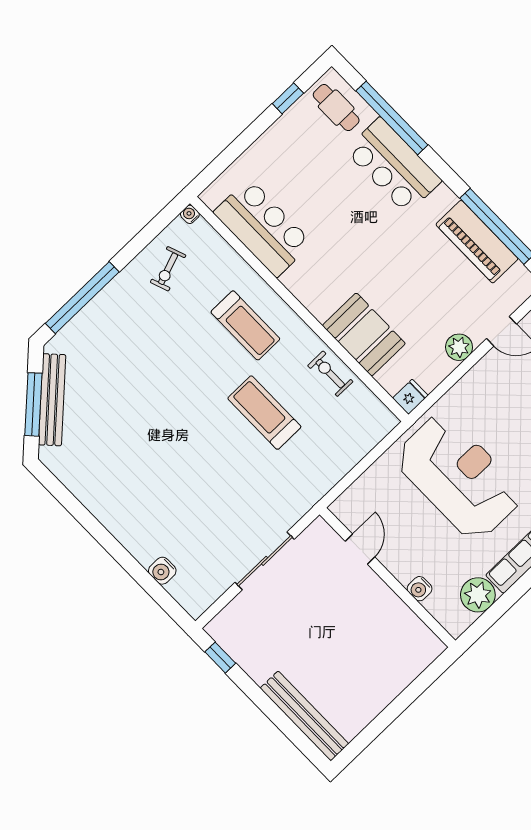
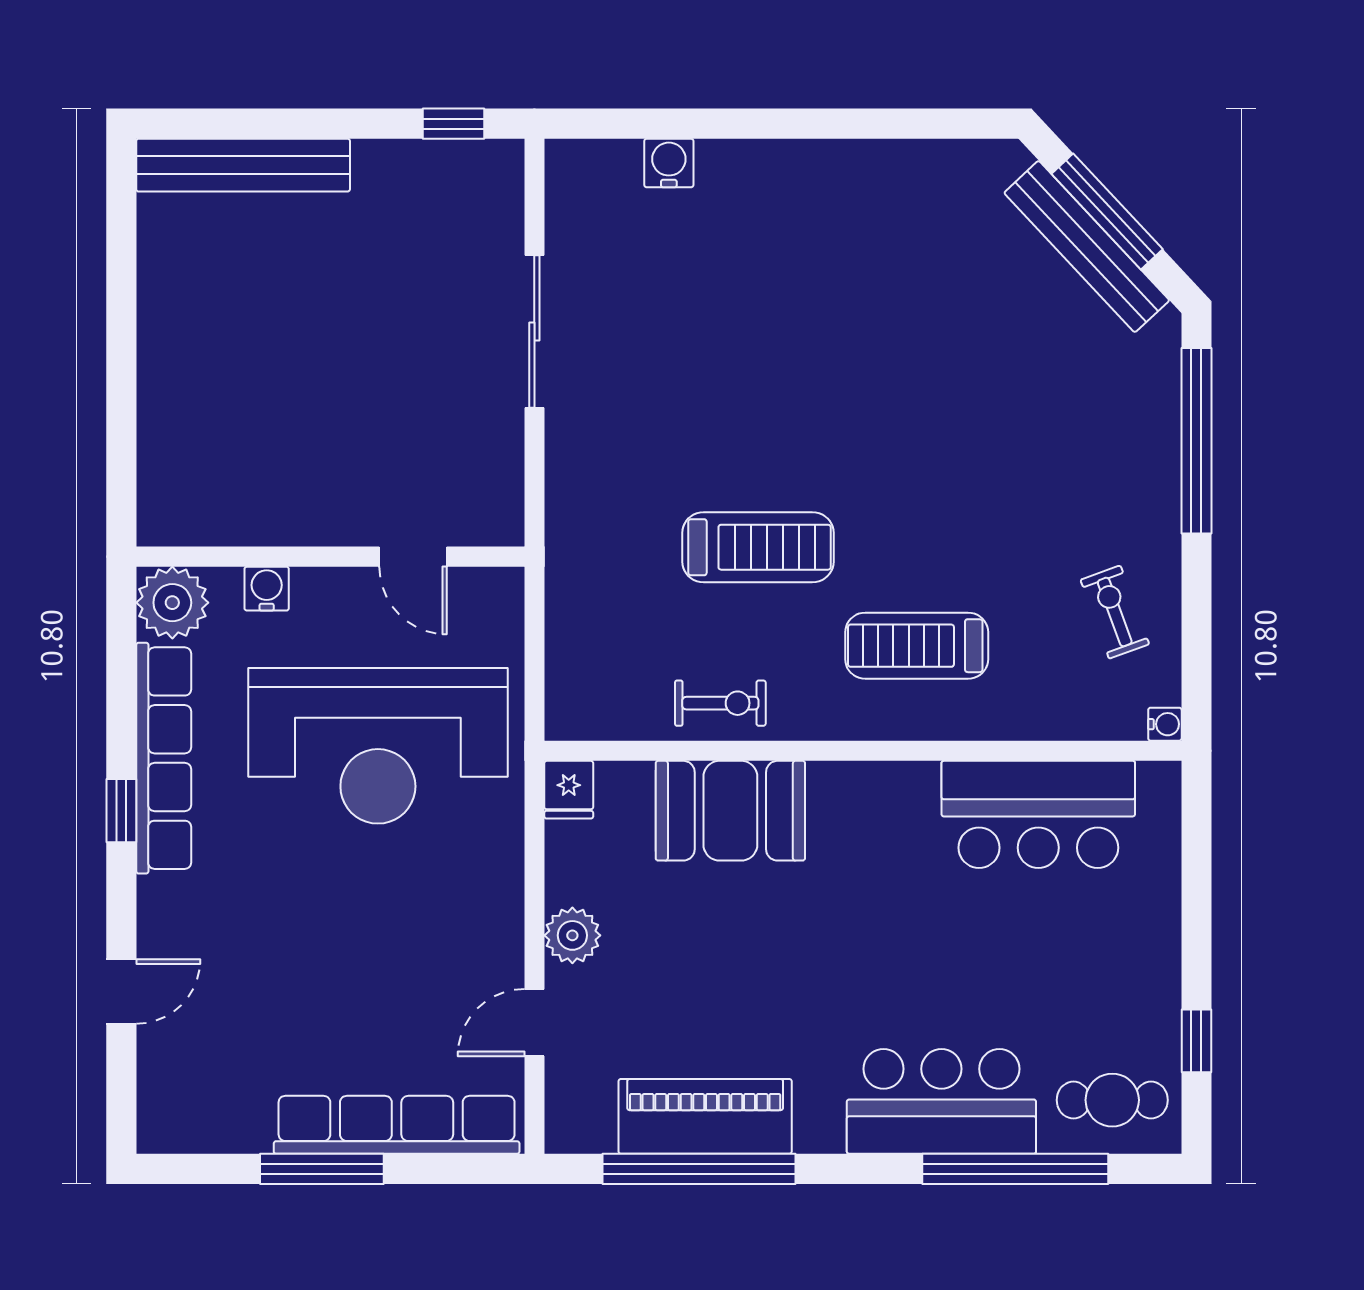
door: (360, 549) -> (413, 557), moved
wall: (387, 577) -> (330, 557), moved
water cooler: (420, 589) -> (267, 589), moved

